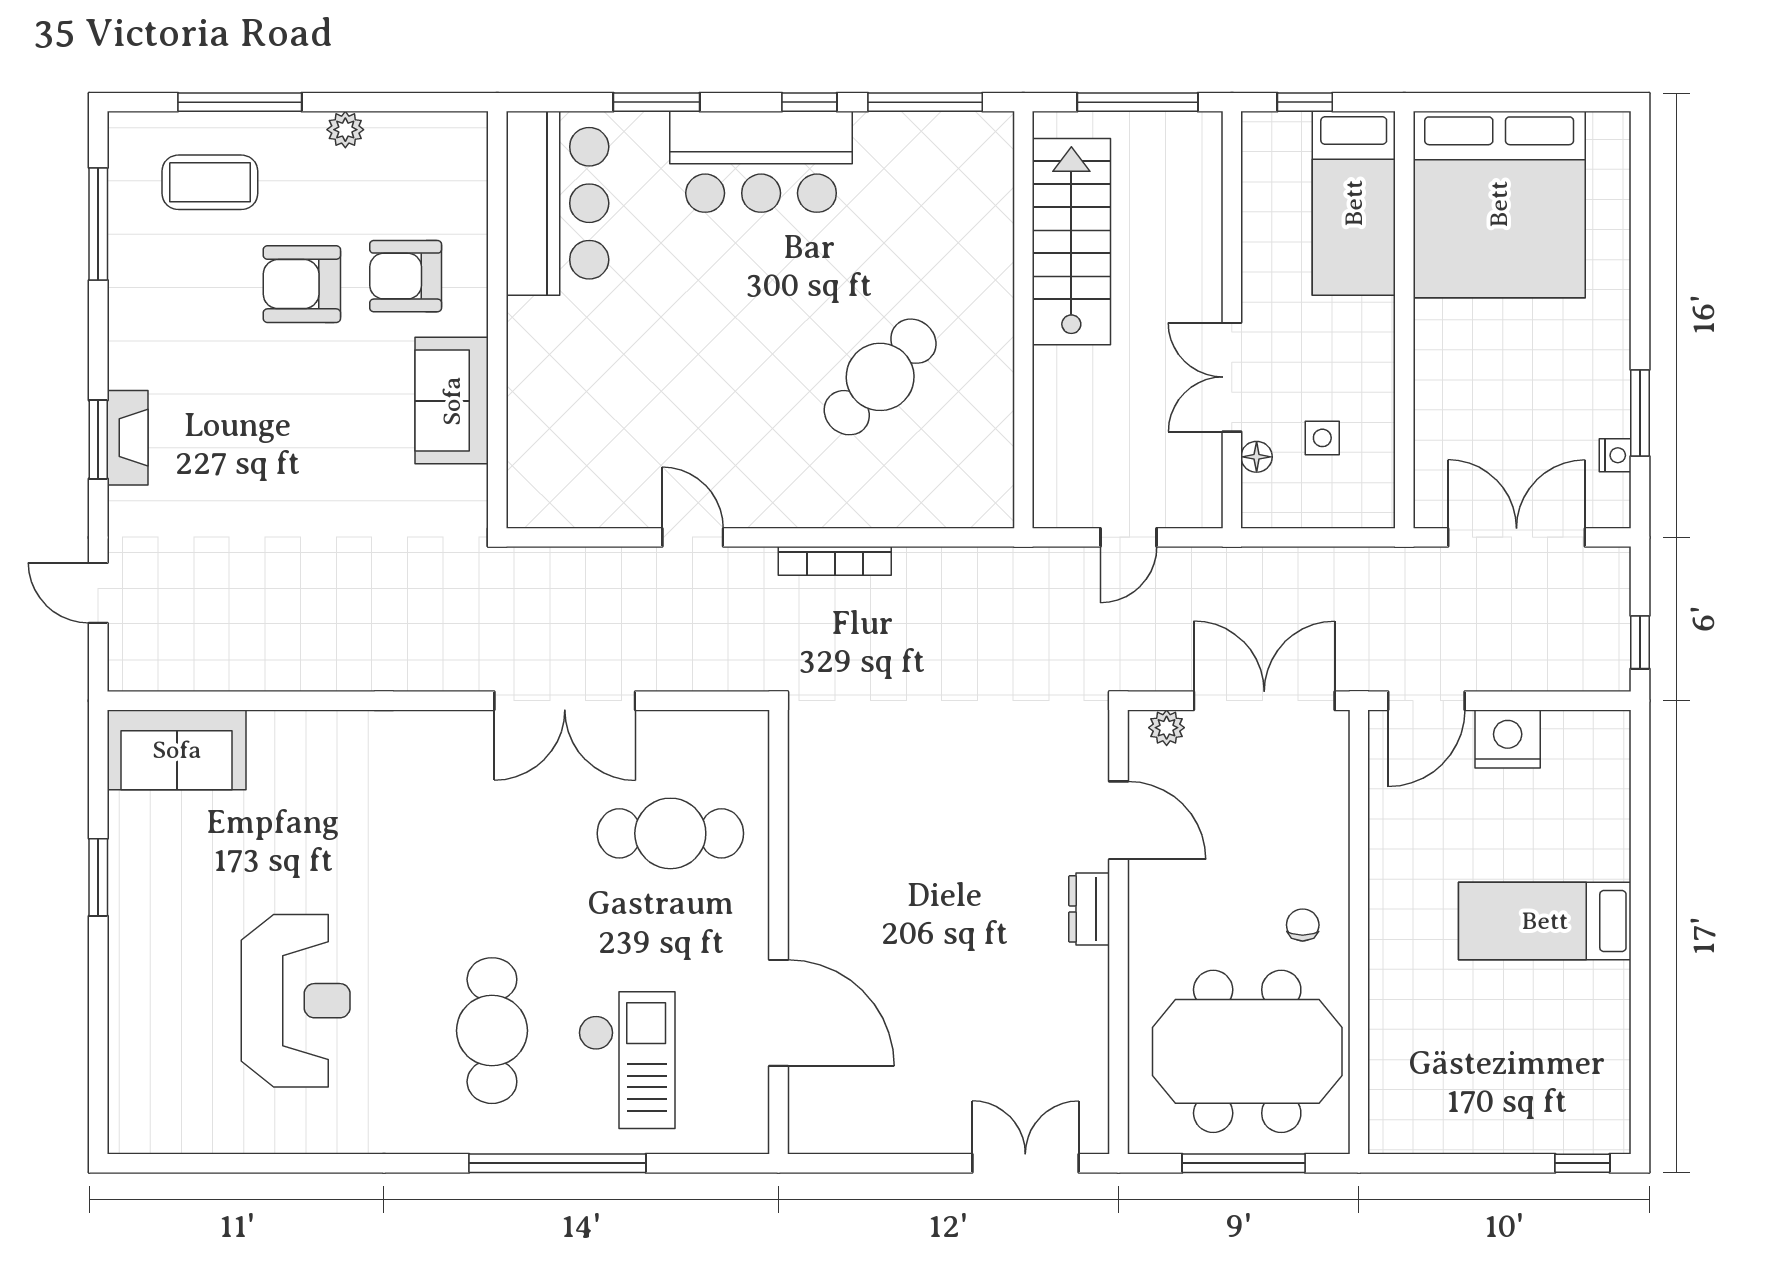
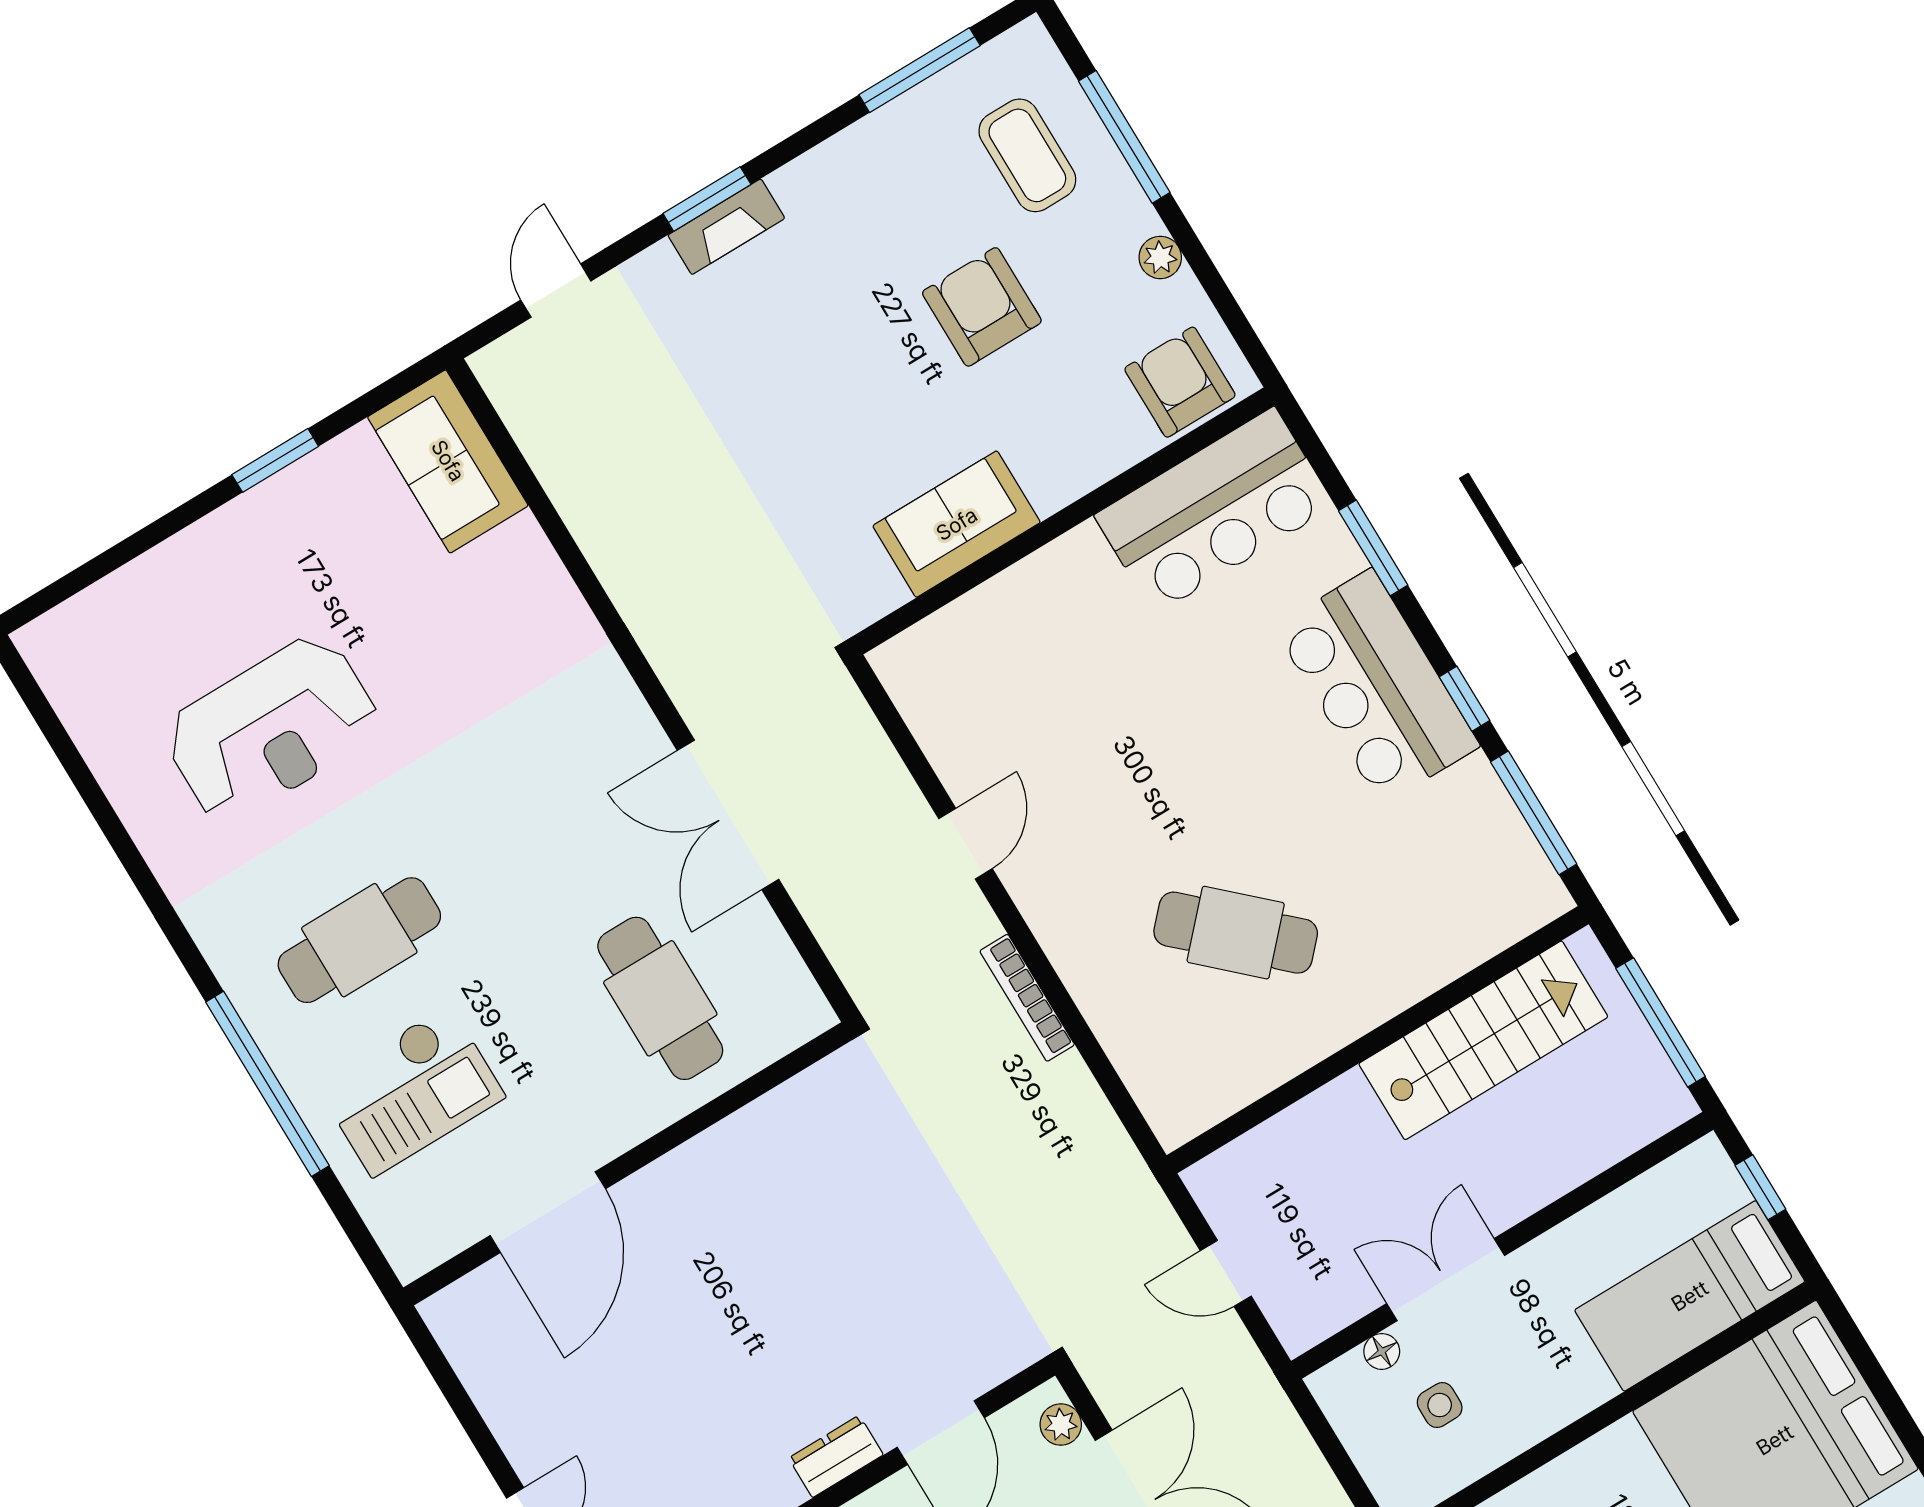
armchair: (406, 276) -> (1180, 382), moved

